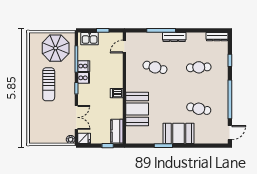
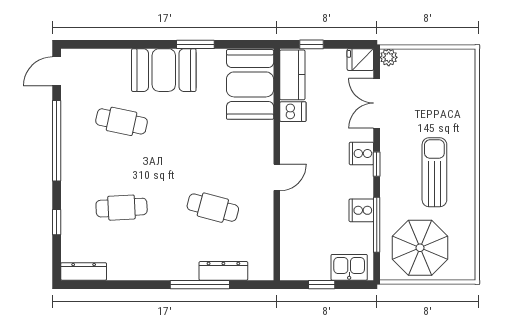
dresser: (174, 37) -> (223, 271), moved
door: (124, 46) -> (277, 177), moved
cooker: (84, 78) -> (361, 153), moved
dishwasher: (117, 93) -> (293, 112), moved
booth: (137, 109) -> (250, 84), moved

